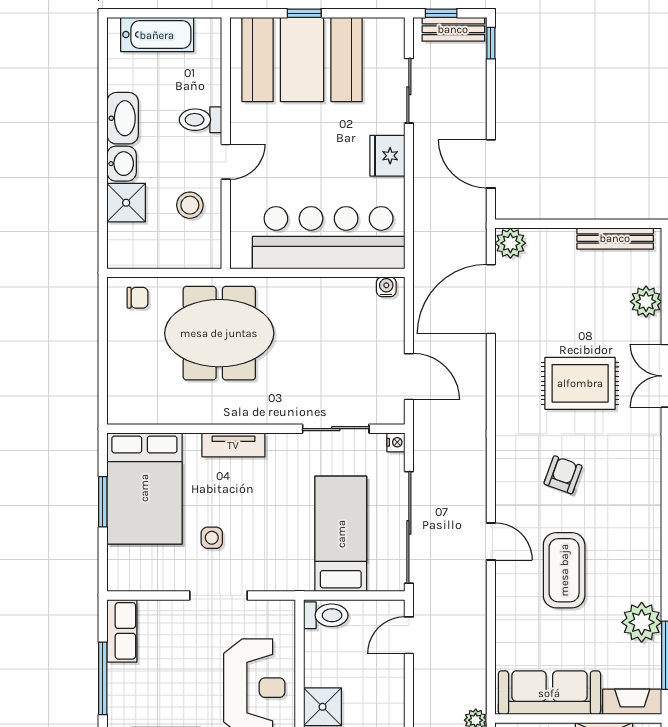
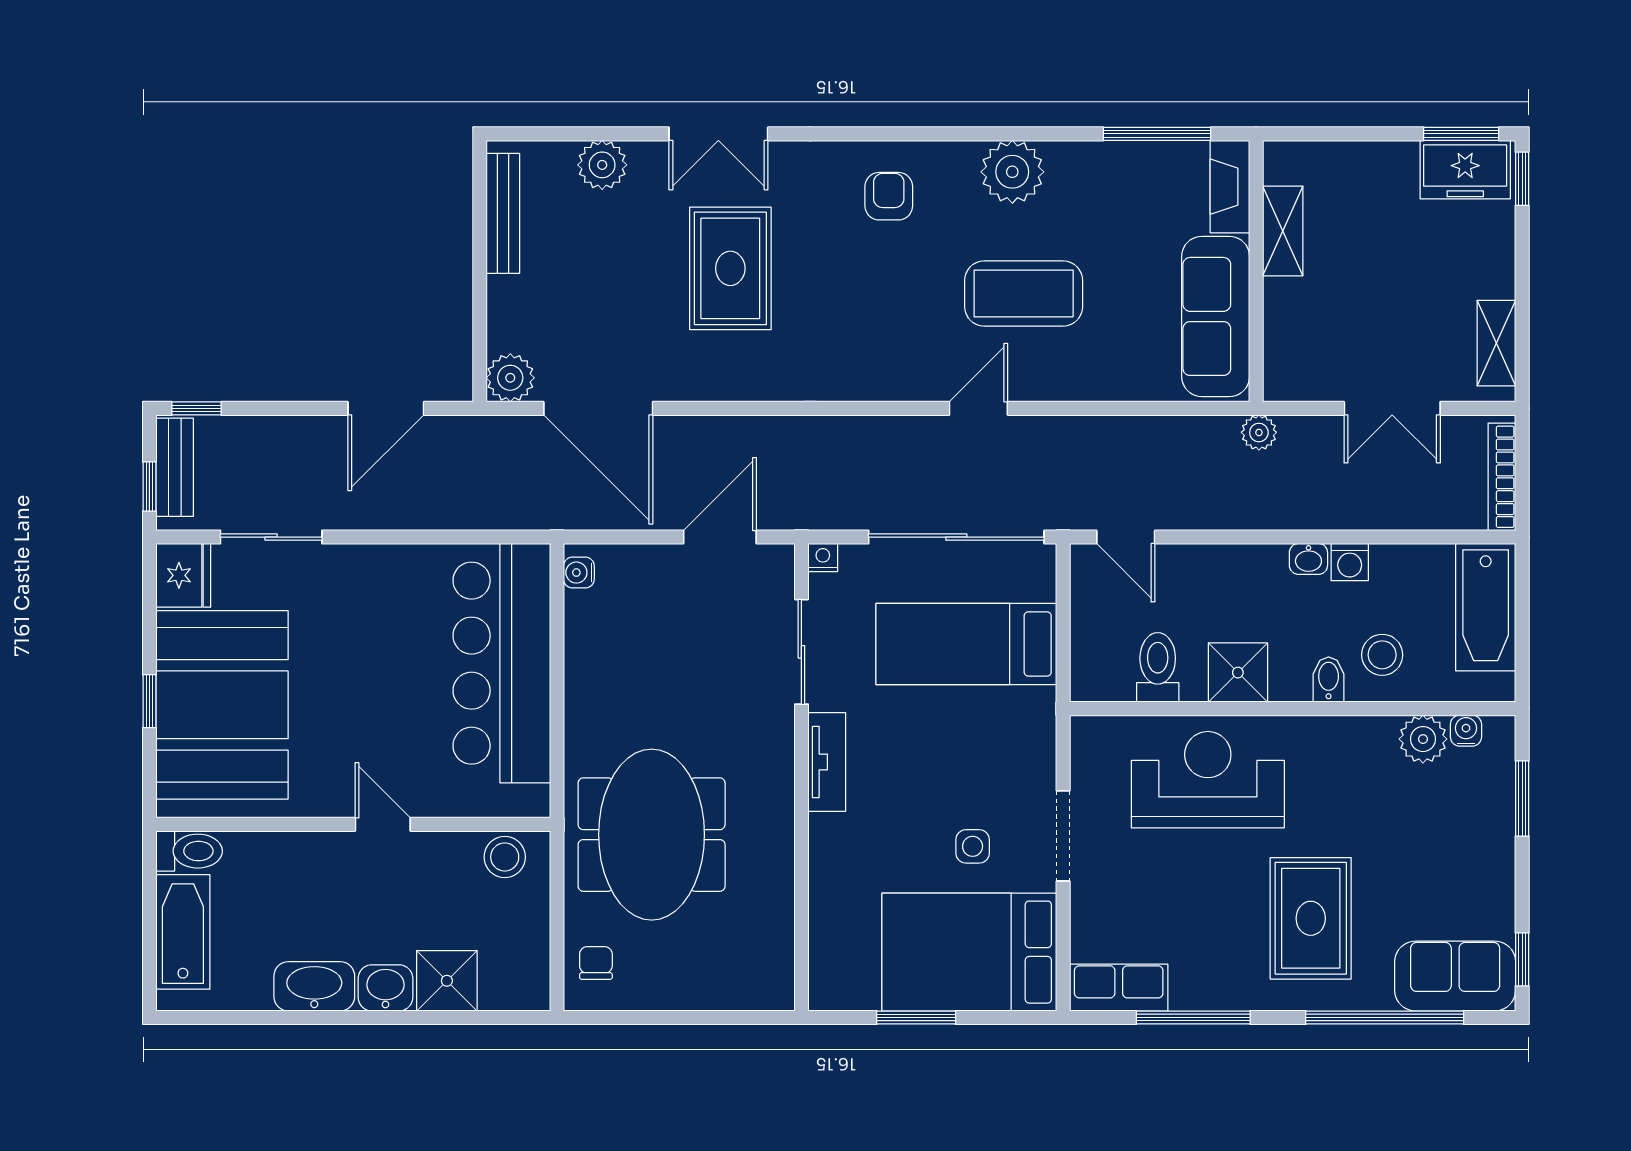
toilet: (200, 120) -> (189, 851), moved, turned -90
fridge: (387, 156) -> (183, 575), moved, turned -90
stool: (190, 205) -> (505, 857), moved
tv unit: (233, 445) -> (827, 762), moved
armchair: (563, 475) -> (889, 196), moved, turned 70
bed: (144, 488) -> (969, 952), moved, turned 180
toilet: (326, 615) -> (1158, 667), moved
plant: (642, 622) -> (1012, 172), moved

